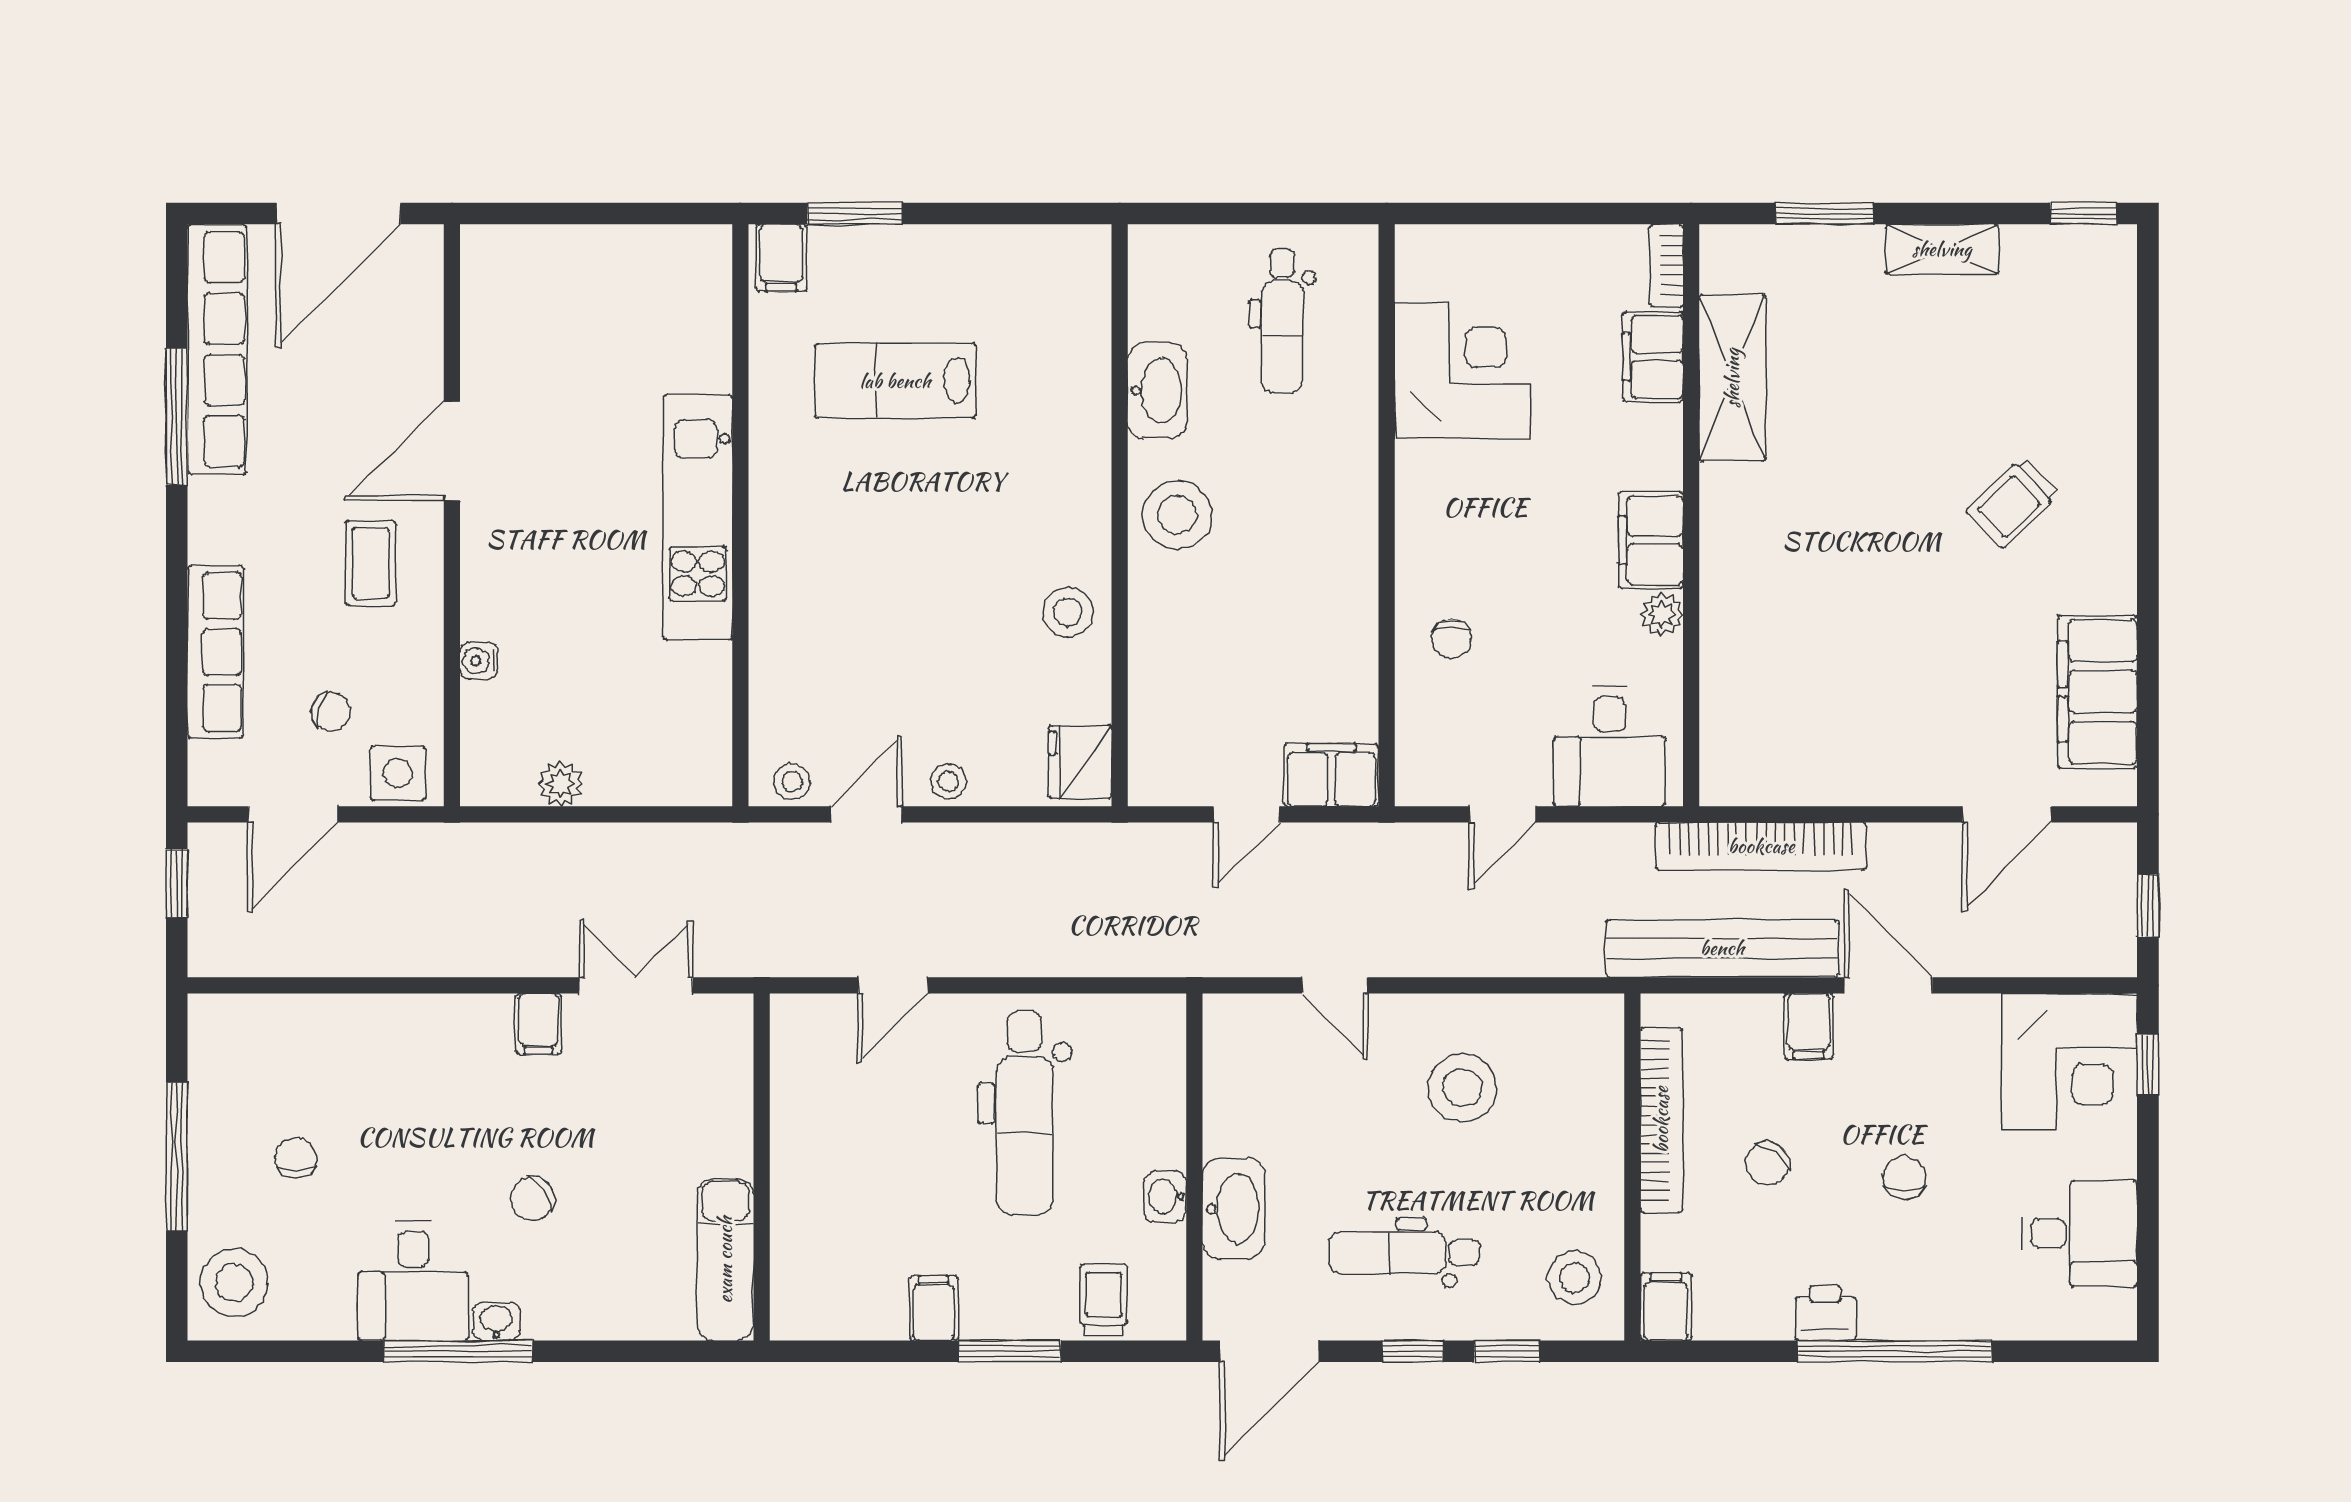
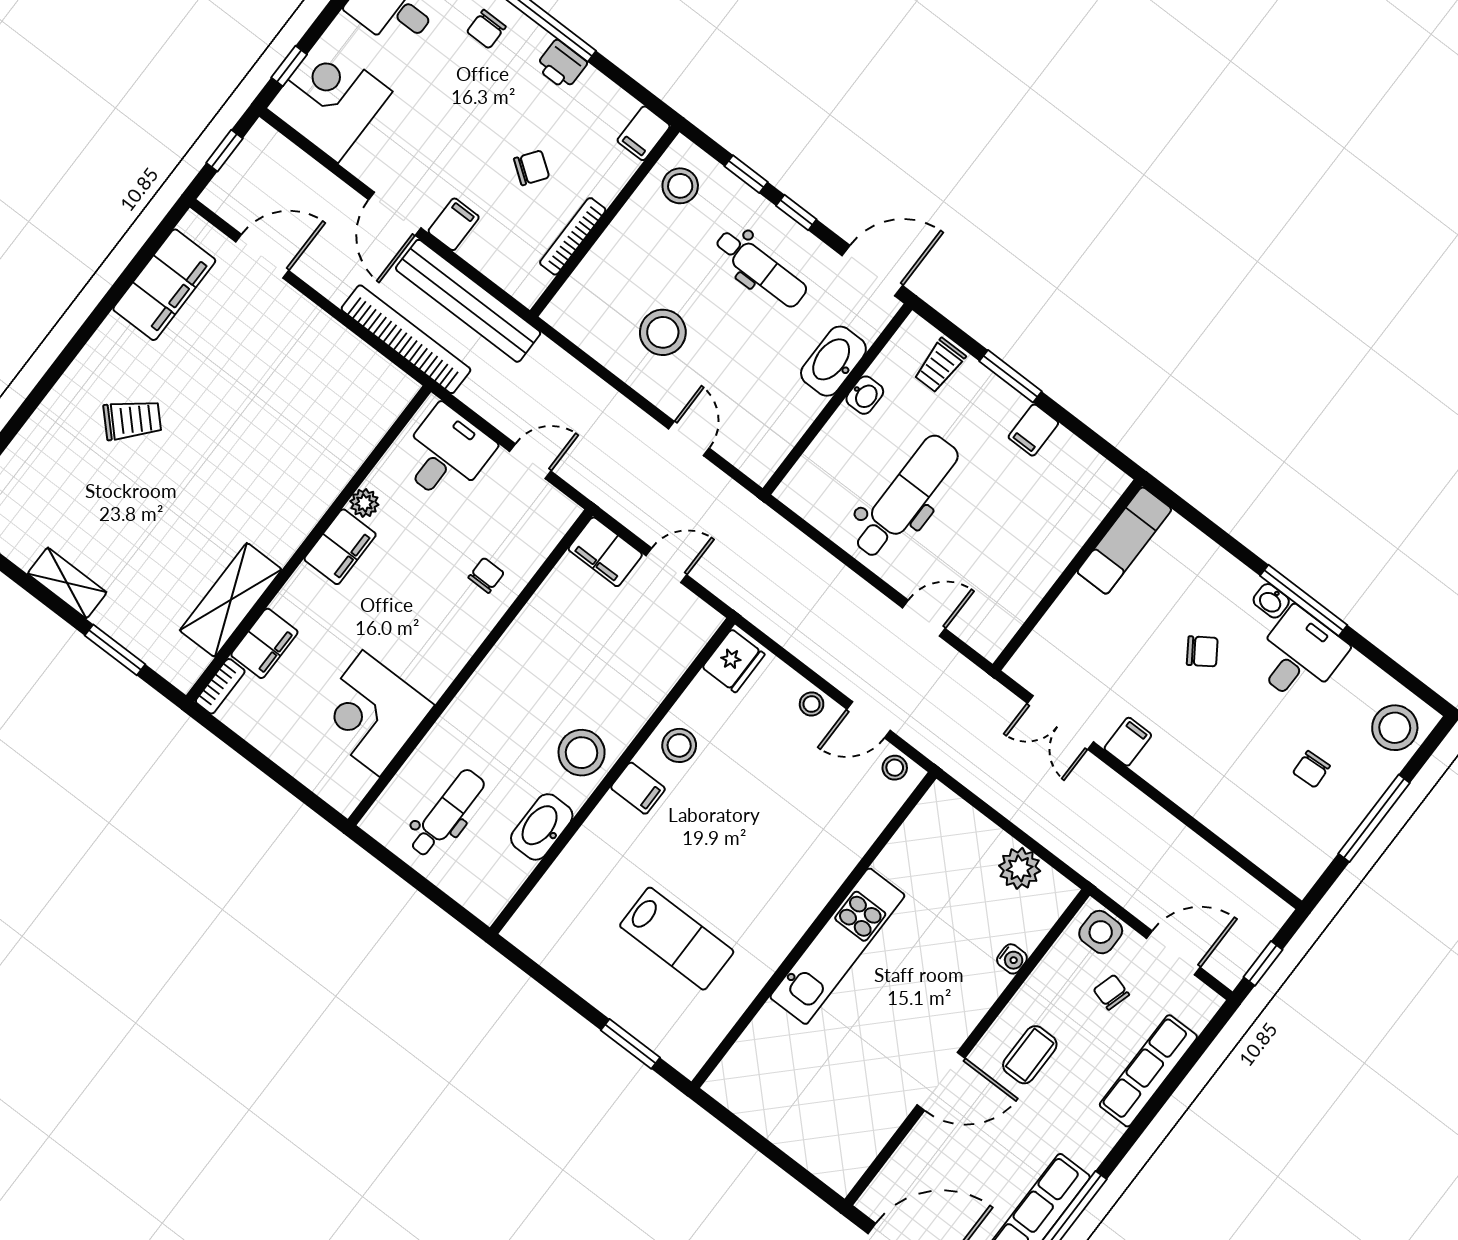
filing cabinet: (781, 258) -> (638, 788), moved, turned 90
plant: (560, 784) -> (1020, 868), width x1.38, depth x1.38
bookcase: (1661, 1120) -> (573, 236), width x0.68, depth x0.76
chair: (1904, 1178) -> (486, 29), moved

